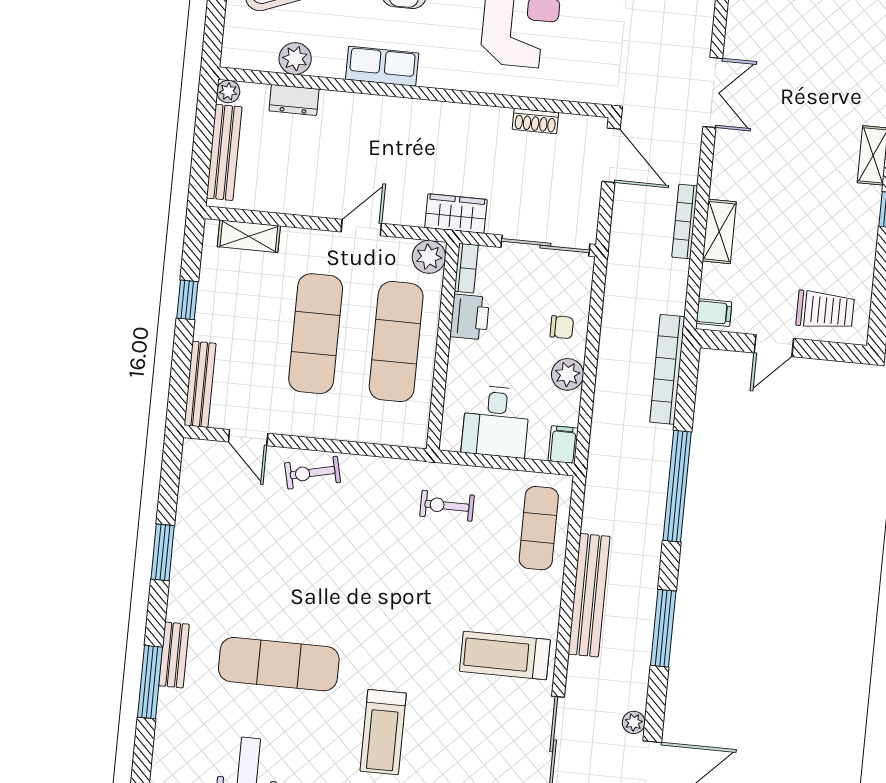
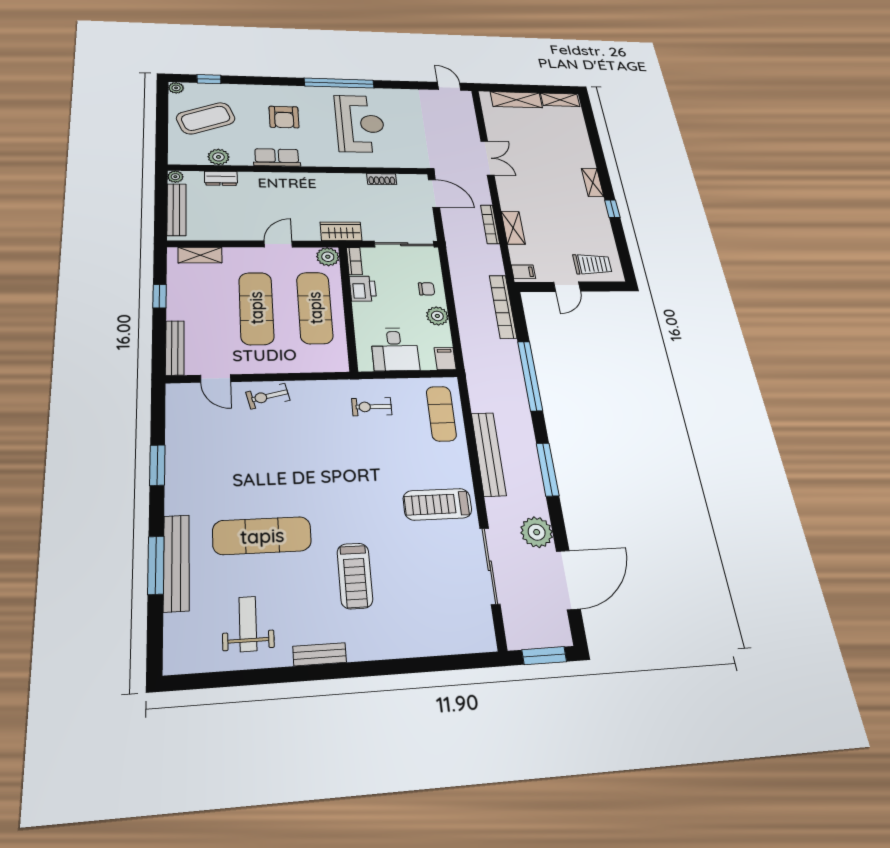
bench: (174, 655) -> (176, 563), width x1.86, depth x1.21
plant: (634, 722) -> (537, 532), width x1.87, depth x1.87

